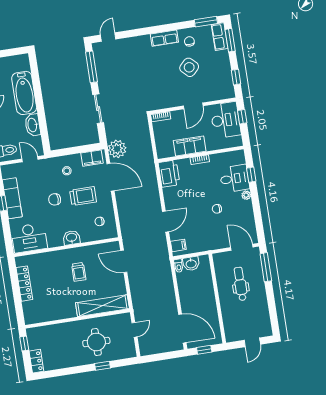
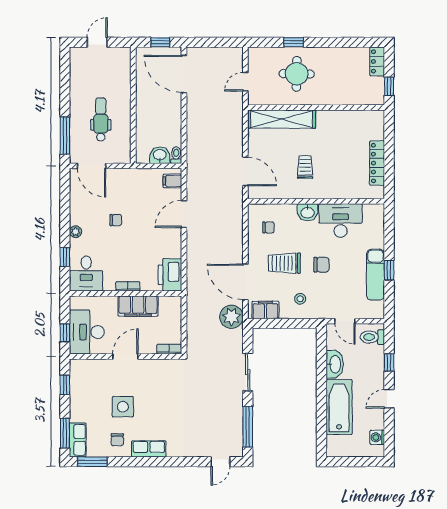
side table: (189, 67) -> (123, 407), turned 45
desk: (234, 179) -> (86, 273), moved, turned -90
desk: (29, 238) -> (341, 221), moved
dental chair: (240, 284) -> (101, 119), turned 180

